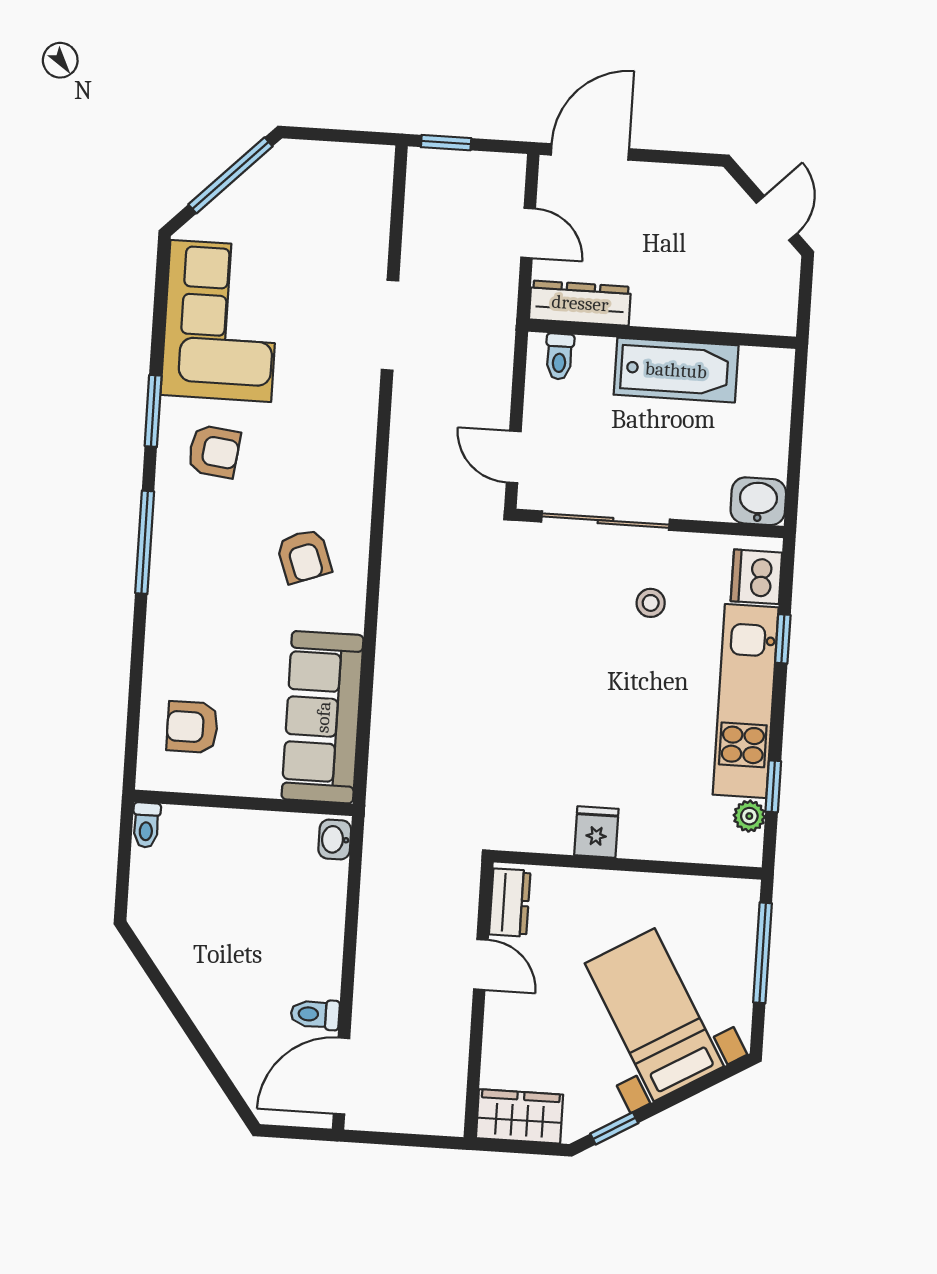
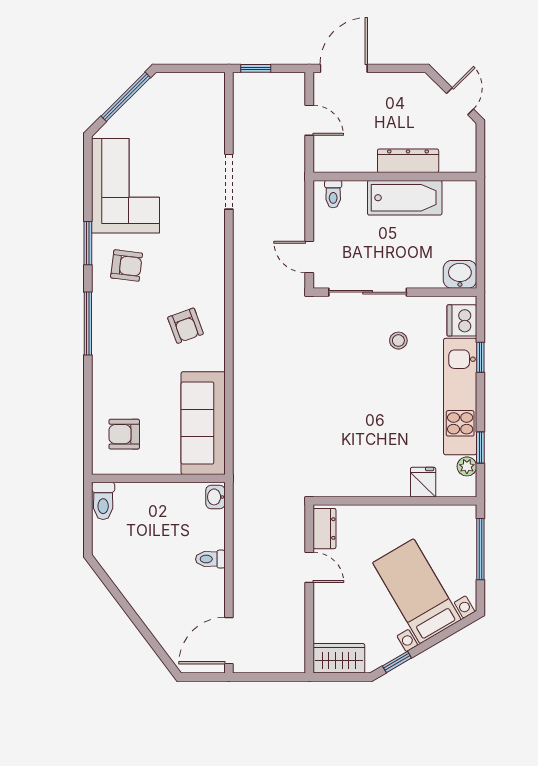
dresser: (580, 303) -> (408, 161), moved
toilet: (146, 825) -> (103, 501), width x1.37, depth x1.39
fridge: (596, 832) -> (423, 482), moved
toilet: (315, 1014) -> (210, 559), moved

